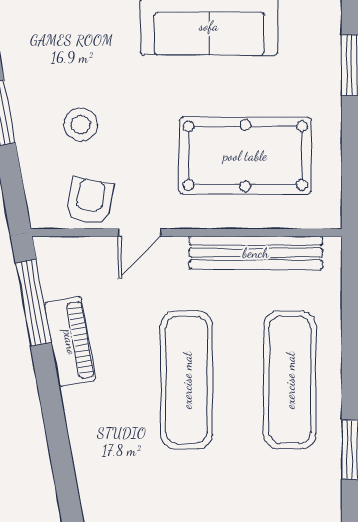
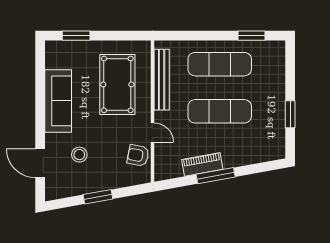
stool: (81, 124) -> (79, 155), moved
window: (33, 303) -> (216, 176), moved

